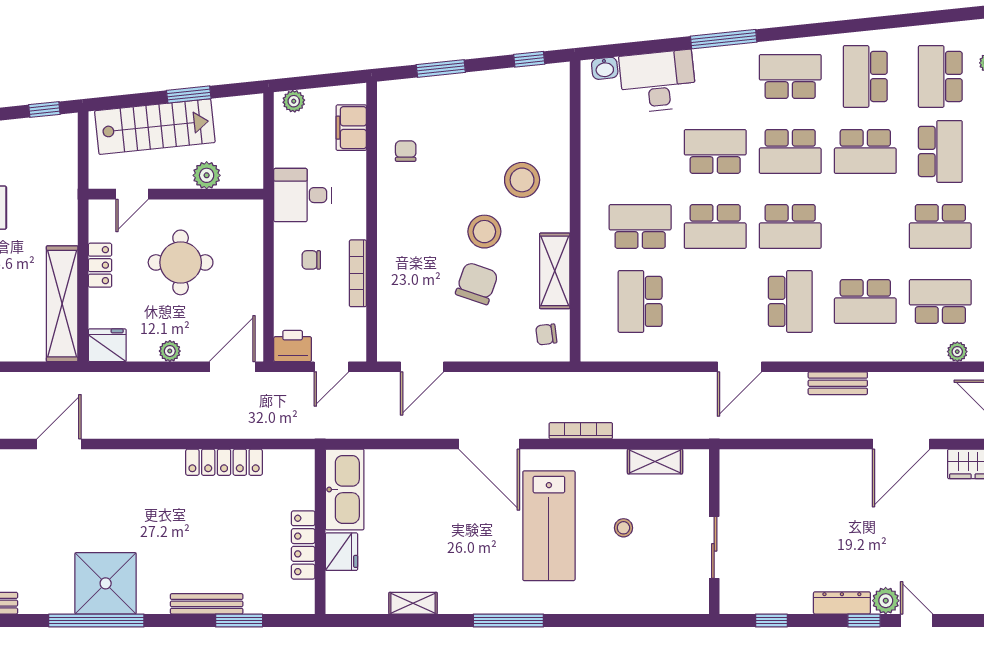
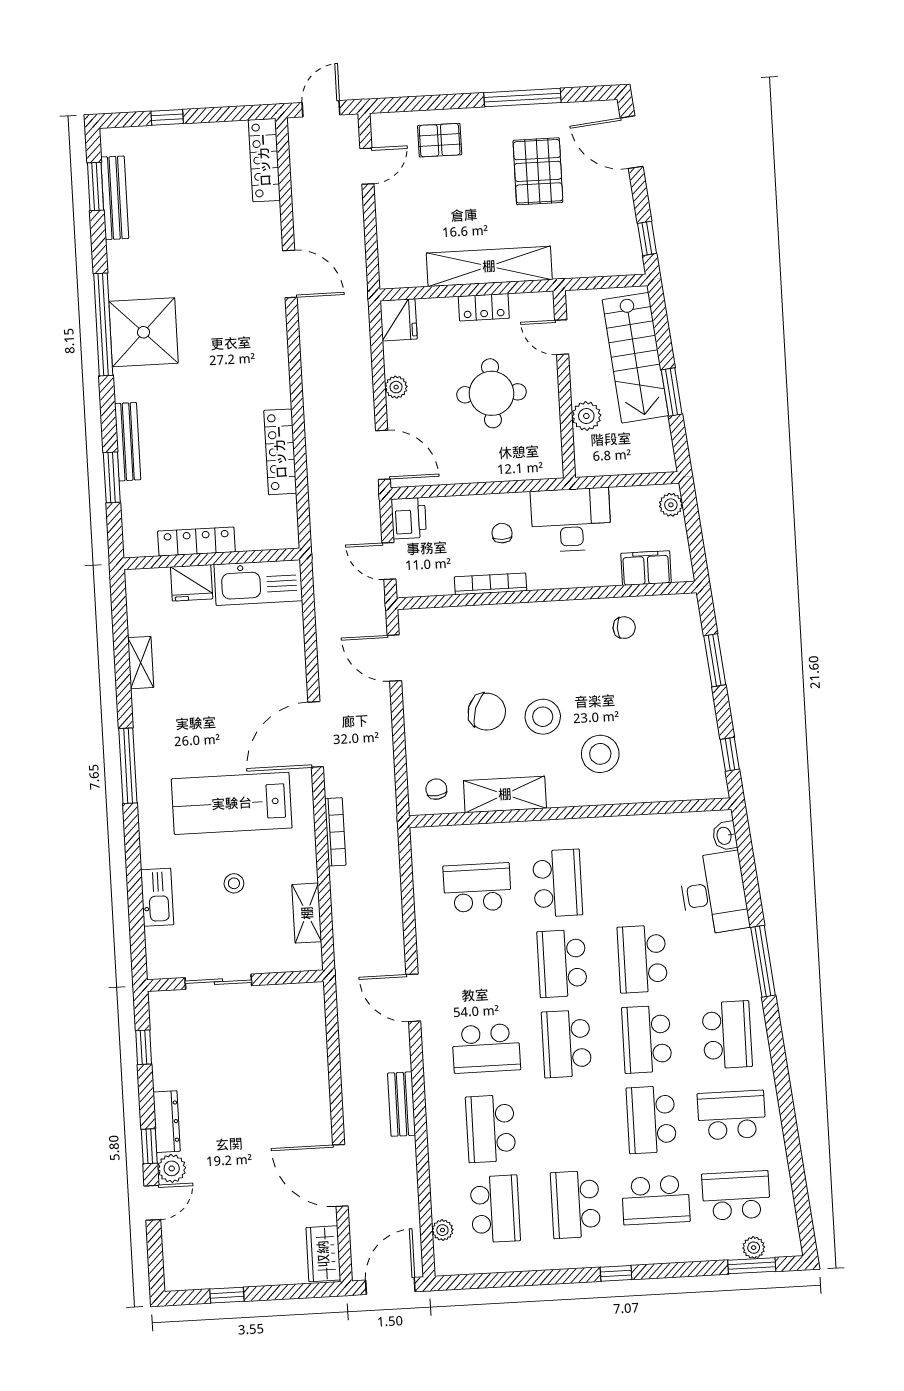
school desk: (715, 151) -> (642, 959), turned 180
desk: (302, 195) -> (571, 520), width x1.37
shelving: (62, 304) -> (489, 266), moved
kitchen sink: (632, 600) -> (157, 897), added

